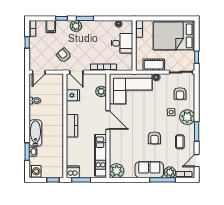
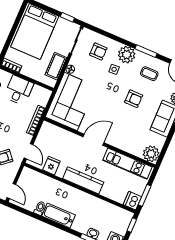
door: (76, 72) -> (28, 151), hinge flipped
plant: (101, 91) -> (60, 134), removed
kitchen counter: (72, 126) -> (83, 180), width x1.50
bathtub: (35, 133) -> (59, 216), moved

